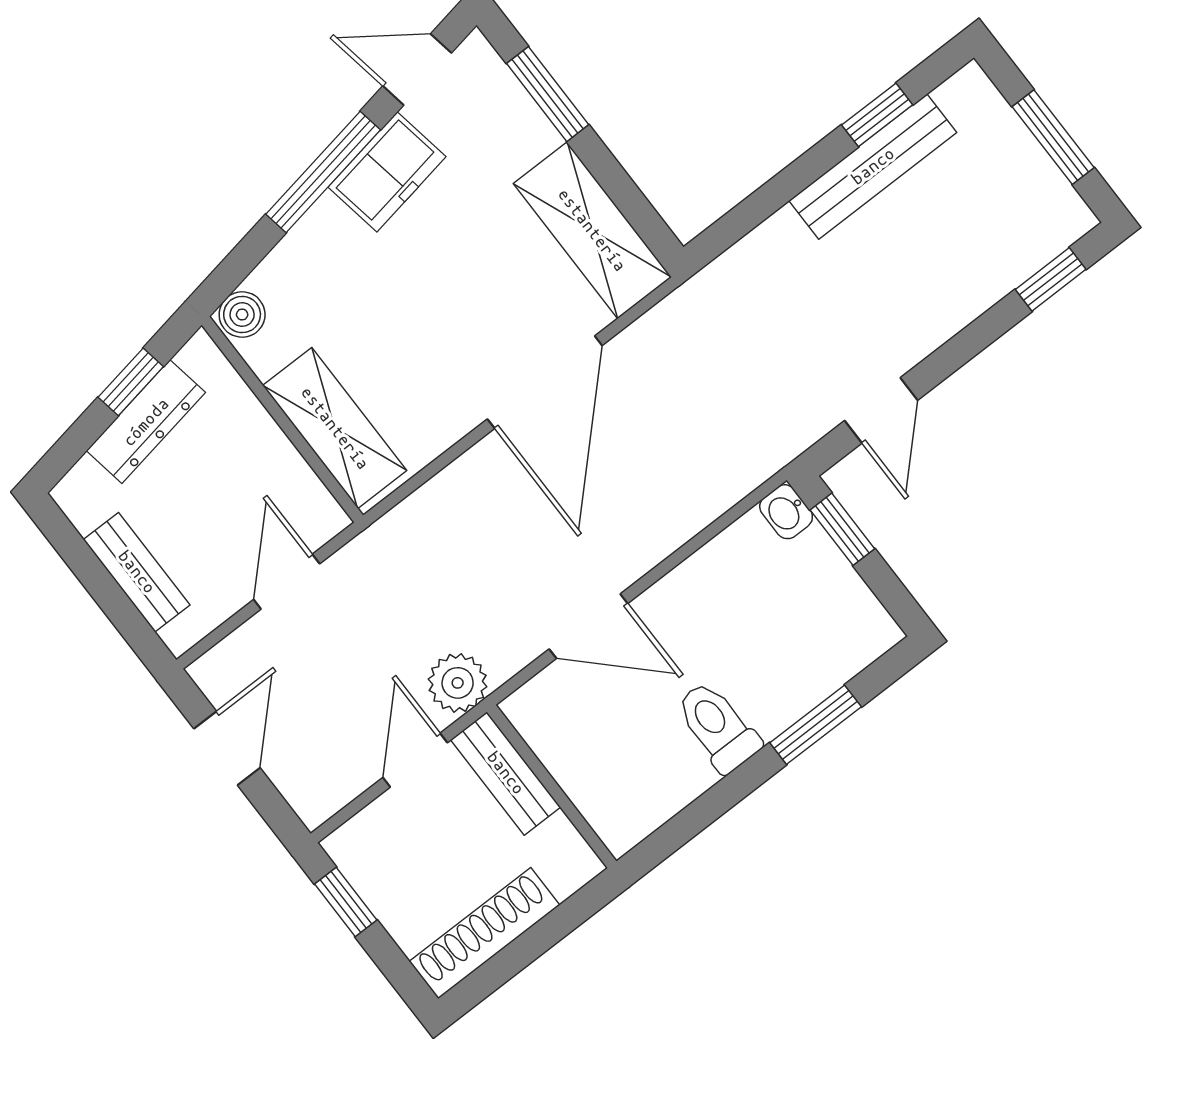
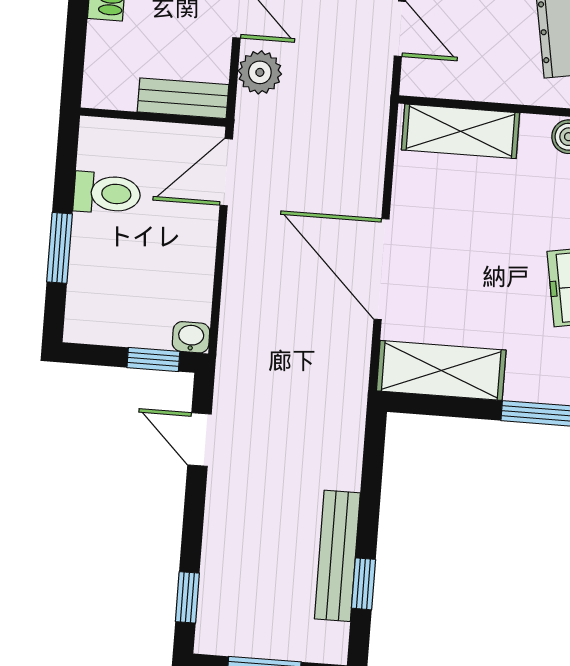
bench: (506, 773) -> (183, 98), moved
wall: (552, 786) -> (153, 117), moved

